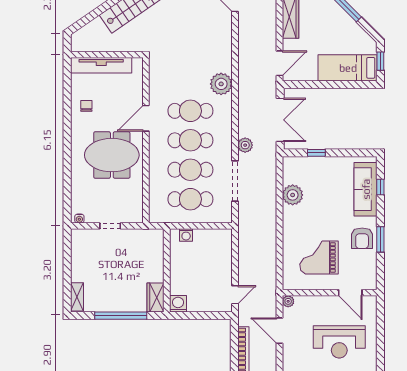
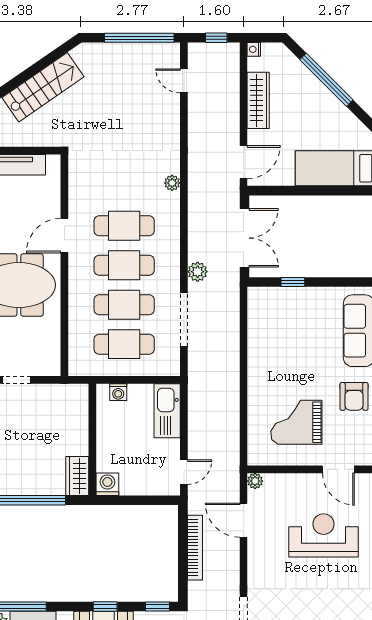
plant: (221, 84) -> (172, 183), width x0.53, depth x0.53
plant: (293, 195) -> (261, 338), removed
kitchen sink: (222, 249) -> (167, 411), added
reception desk: (339, 342) -> (324, 535), turned 180

